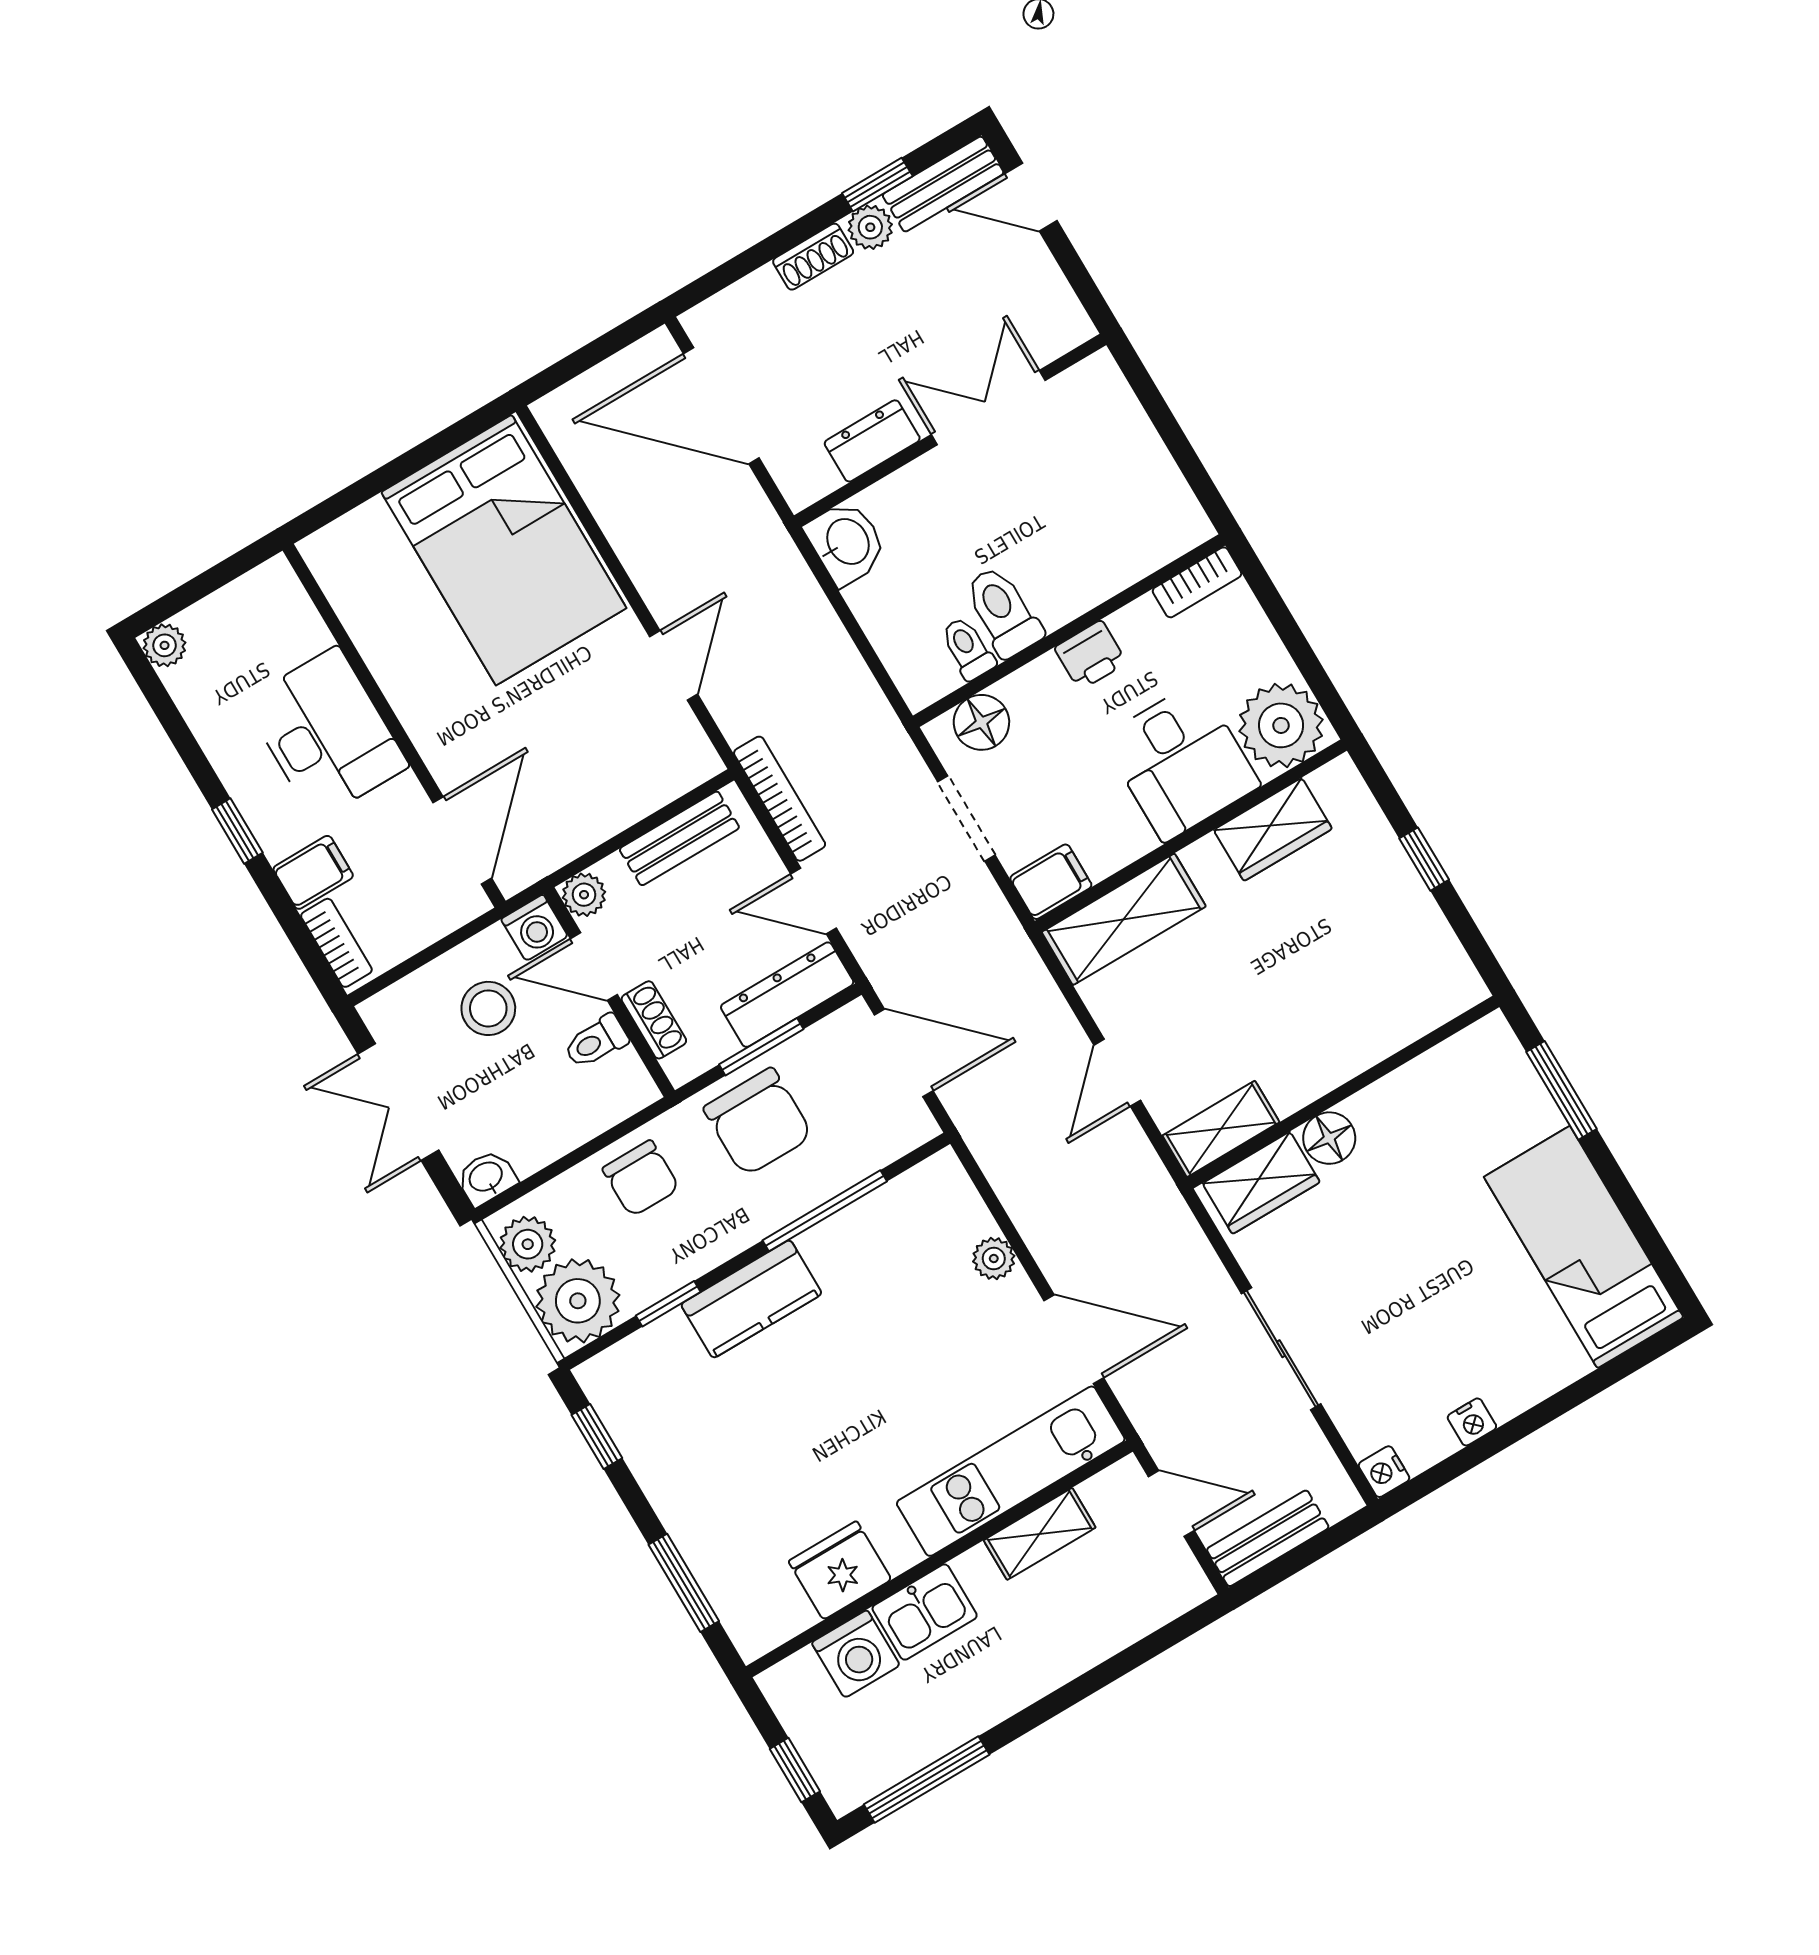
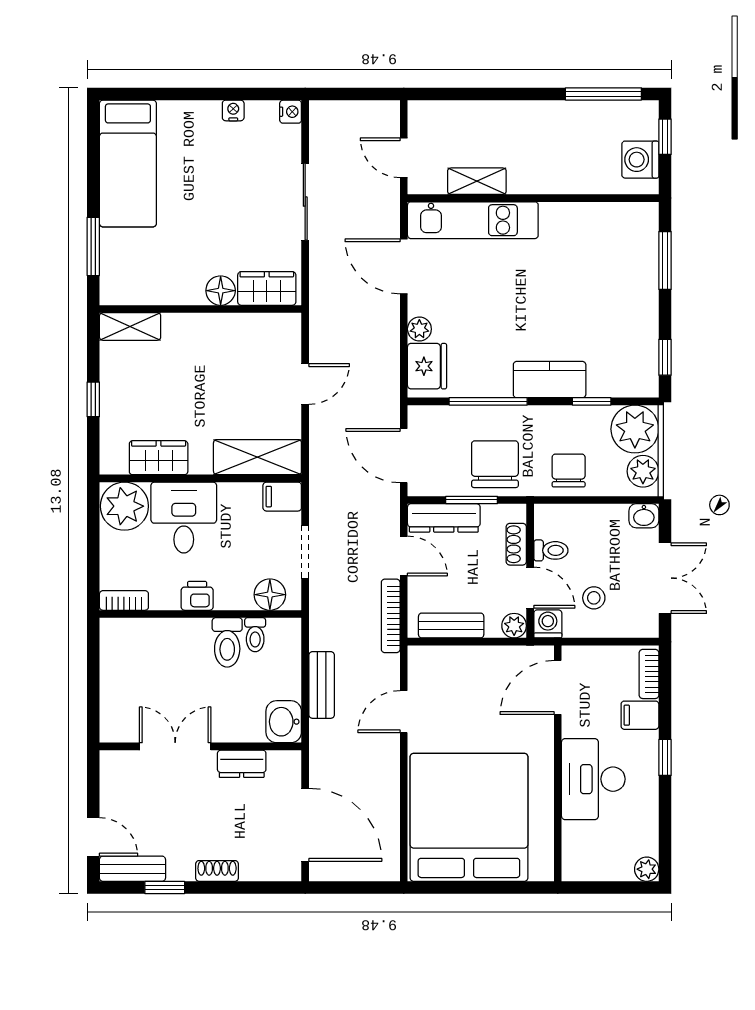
plant: (870, 227) -> (181, 869), removed
double door: (988, 408) -> (175, 746), swing flipped
bed: (504, 550) -> (469, 817), width x1.36
stool: (488, 1008) -> (594, 598), width x0.73, depth x0.73
shelving: (1221, 1129) -> (130, 326), moved
bench: (1268, 1538) -> (322, 685), moved, turned 90
fridge: (840, 1570) -> (427, 366), moved, turned -90
kitchen sink: (925, 1612) -> (556, 176), removed
washing machine: (856, 1654) -> (640, 160), moved, turned -90

